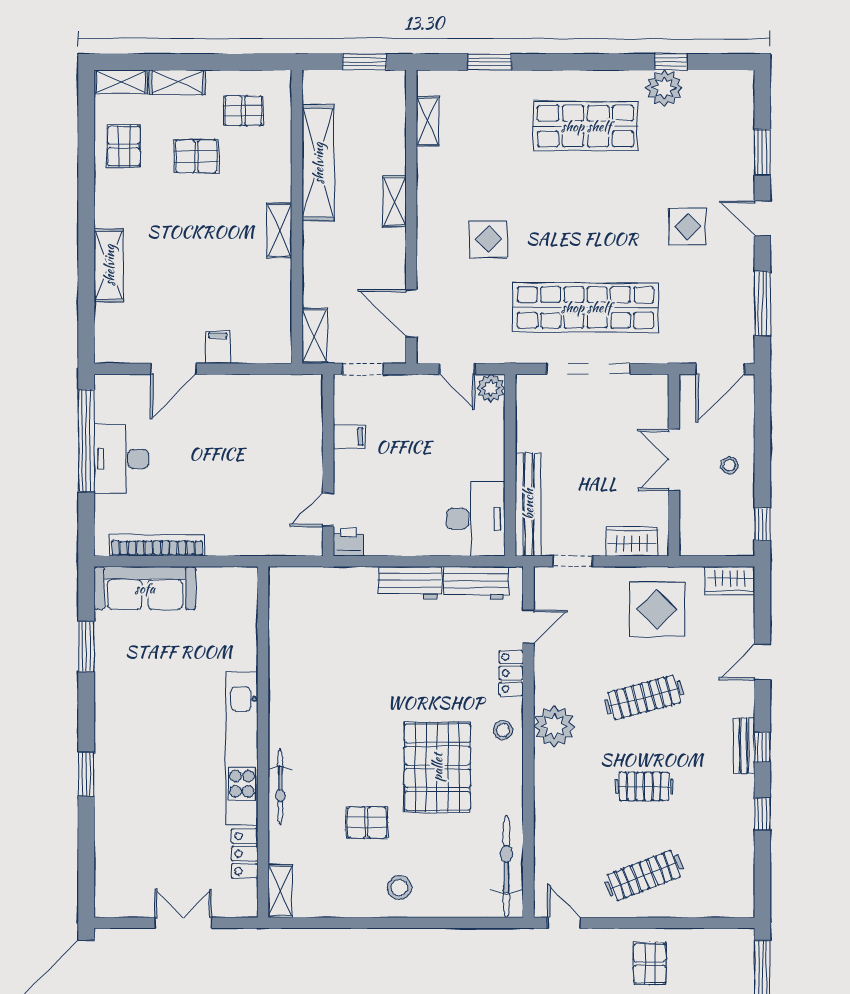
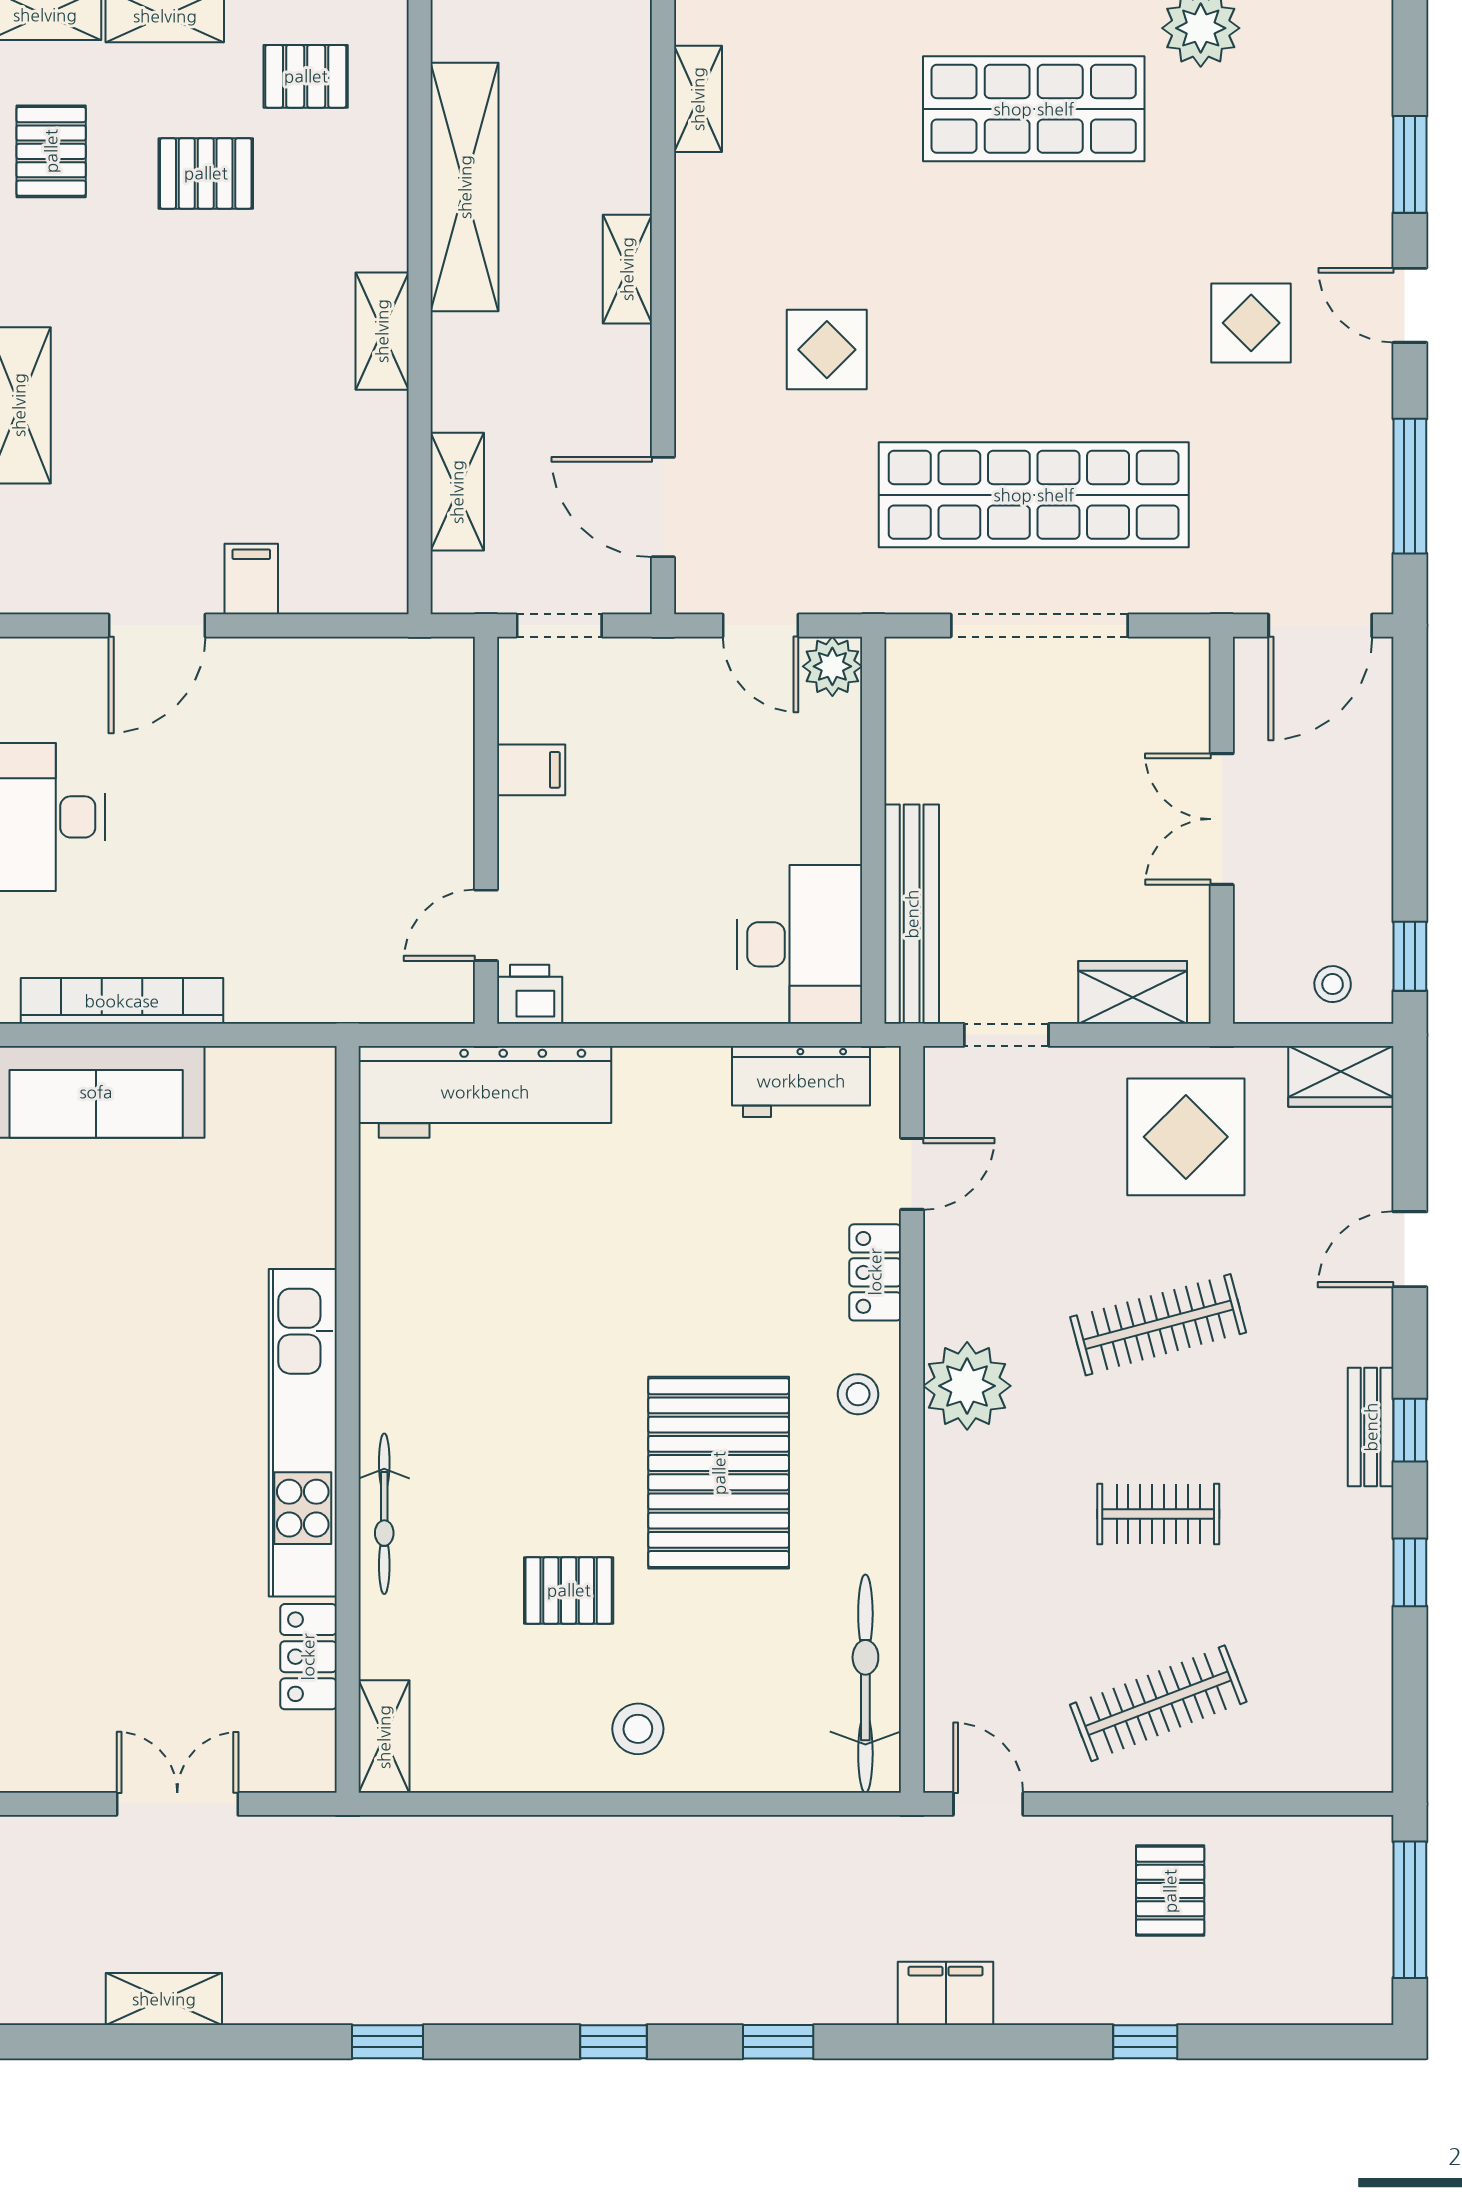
shelving: (315, 336) -> (457, 492), moved
stool: (729, 466) -> (1333, 984), moved
workbench: (410, 583) -> (485, 1092), moved, width x1.88, depth x1.32

